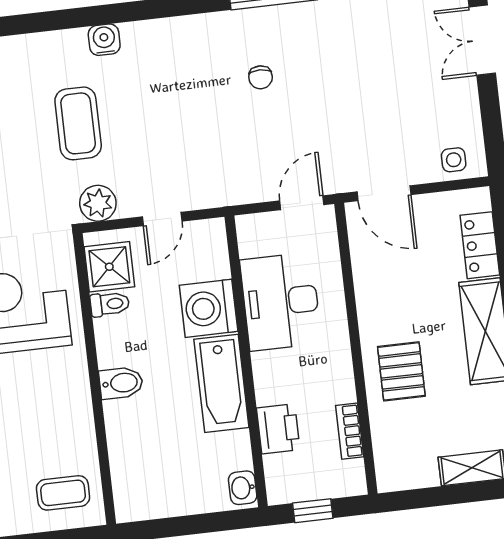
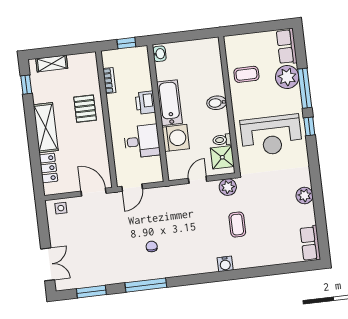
coffee table: (78, 123) -> (237, 225), width x0.73, depth x0.77
desk: (281, 302) -> (142, 141), width x0.73
printer: (278, 429) -> (145, 103), moved
coffee table: (63, 493) -> (246, 74), moved

